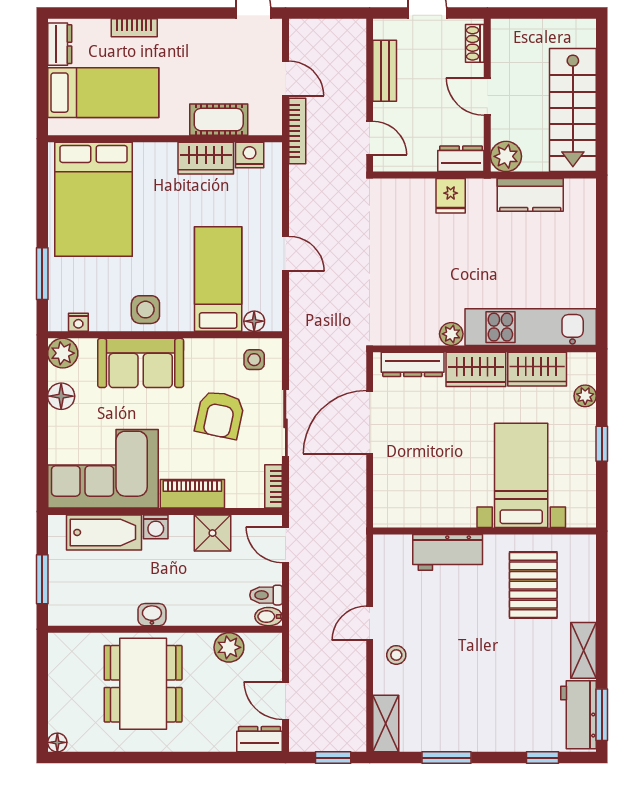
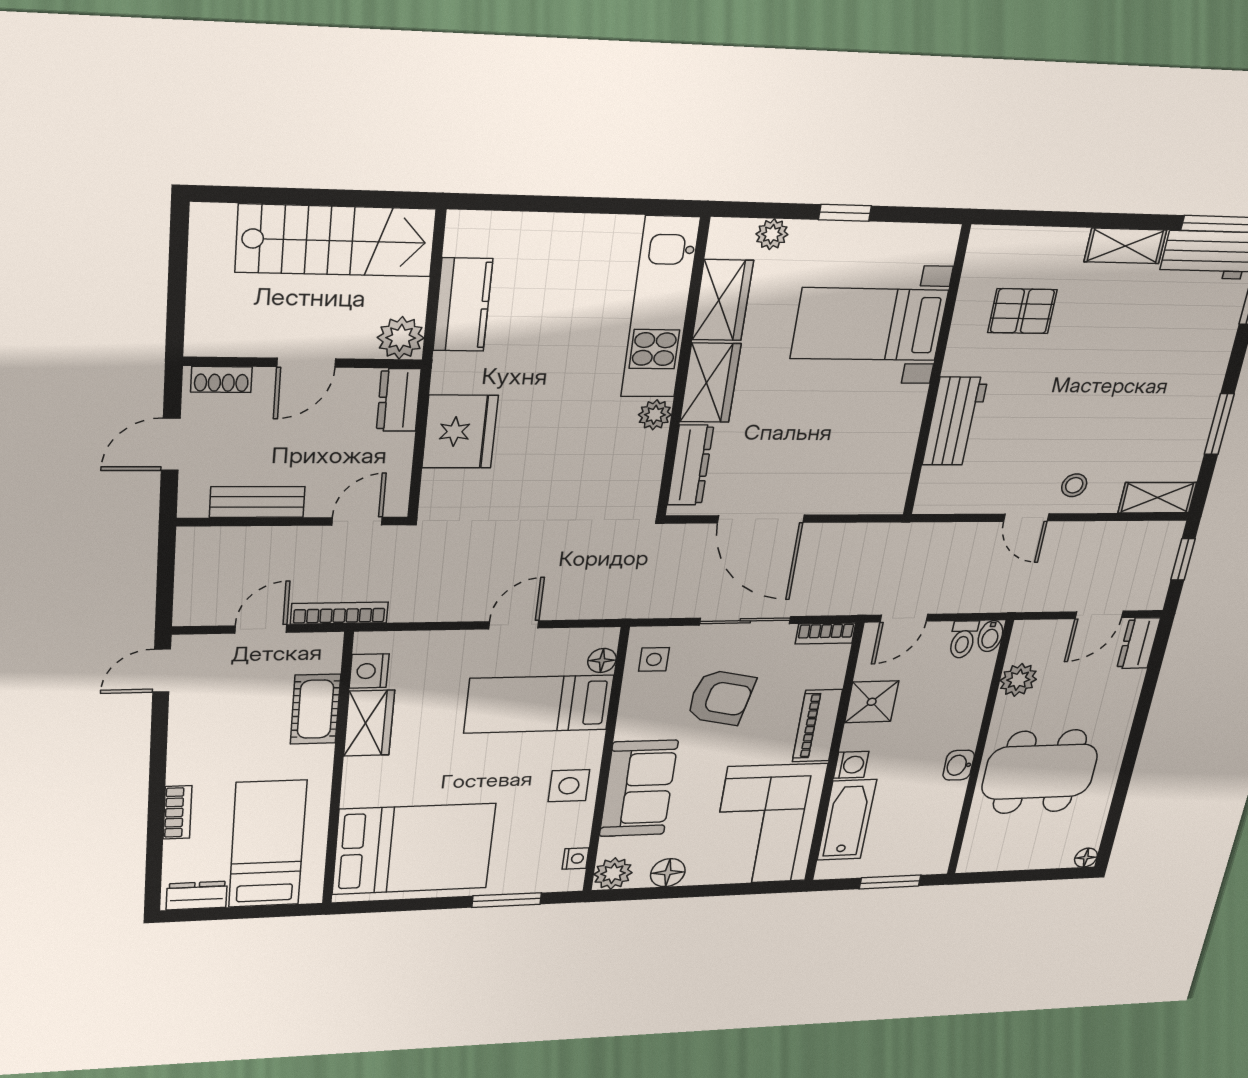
fridge: (451, 196) -> (460, 432), width x1.88, depth x1.34
pallet: (533, 585) -> (1022, 311), width x0.67, depth x0.71

